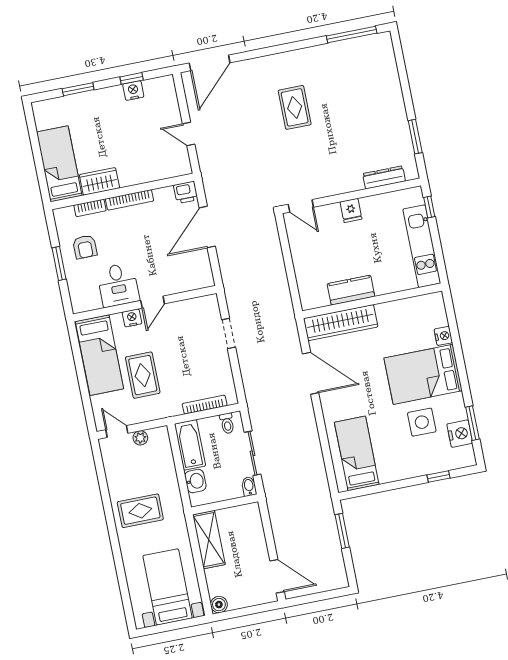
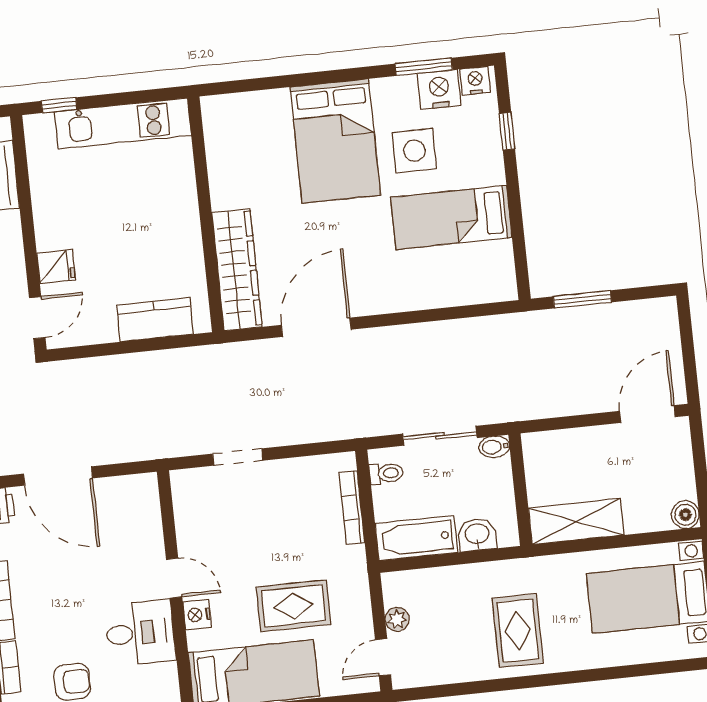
fridge: (351, 210) -> (56, 267), moved
kitchen counter: (351, 290) -> (155, 320), moved, turned 90
nightstand: (443, 336) -> (475, 81), moved
bed: (357, 453) -> (451, 217), moved

